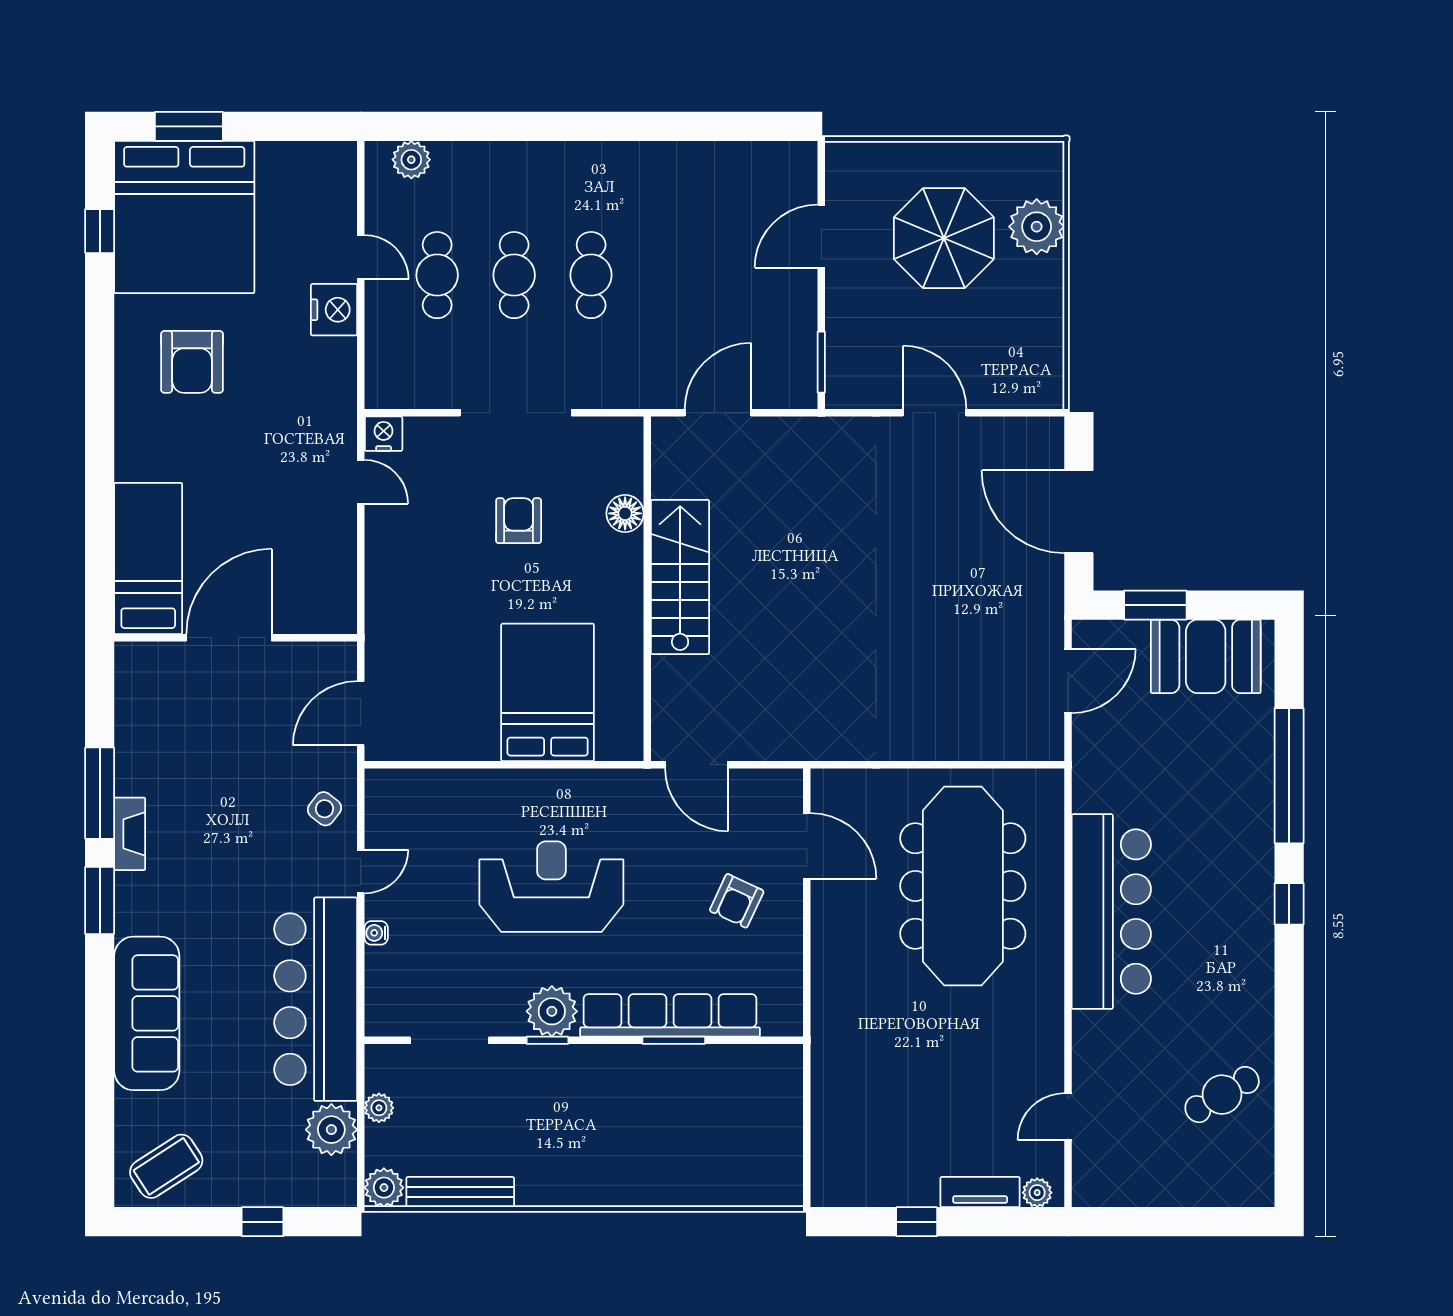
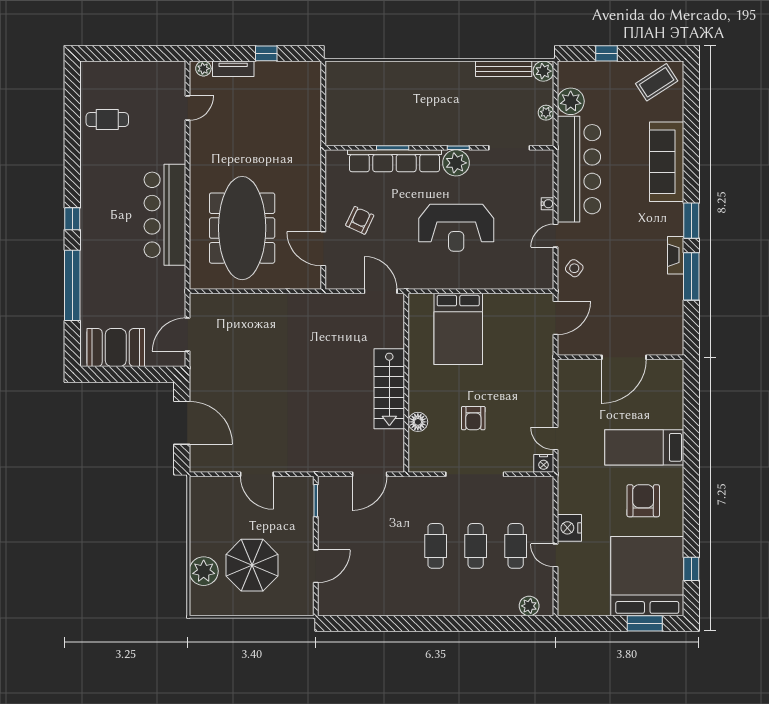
bed: (148, 558) -> (644, 447), moved, turned 90
window: (1155, 605) -> (142, 374), removed
cafe table: (1222, 1095) -> (107, 120), turned 31

